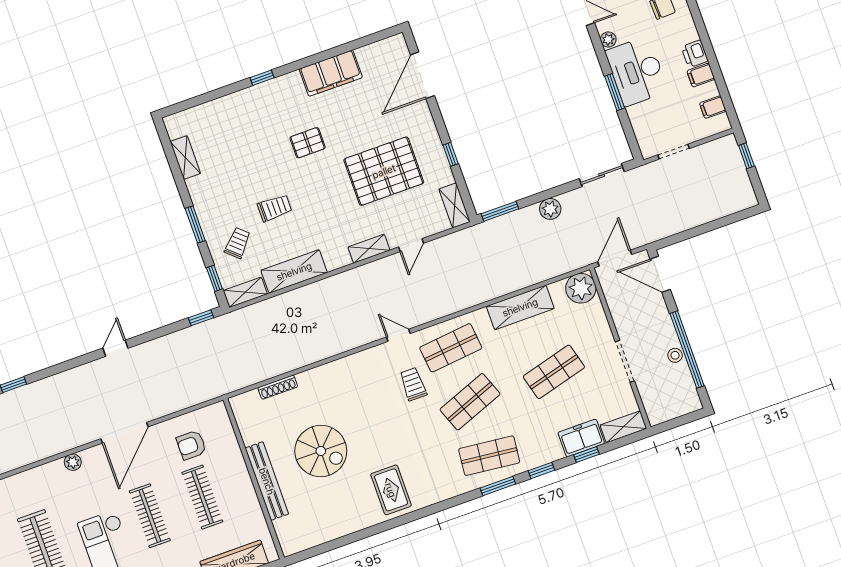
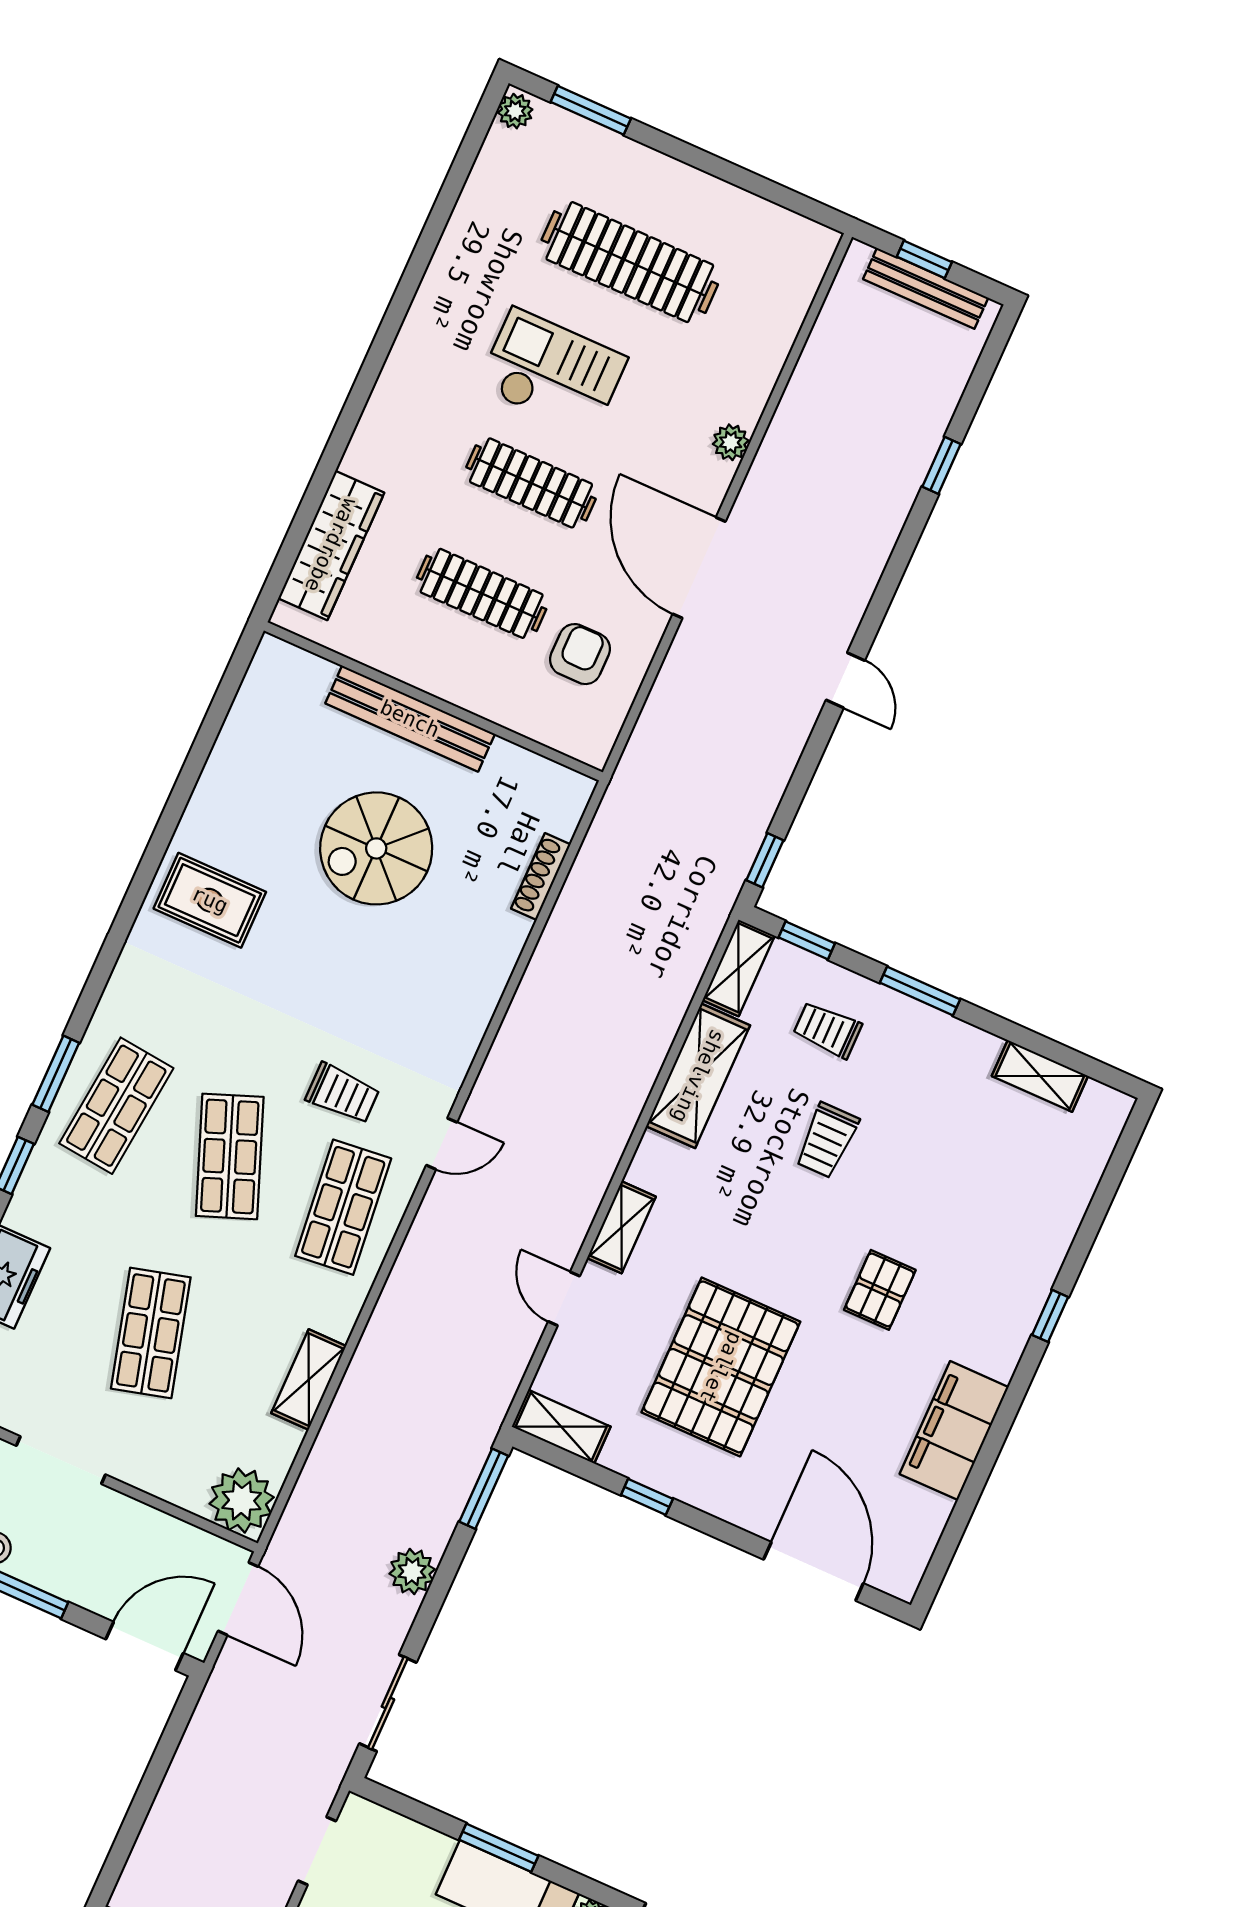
trolley: (238, 243) -> (827, 1030), turned 138
shelving: (520, 307) -> (309, 1380), width x0.67, depth x0.75

